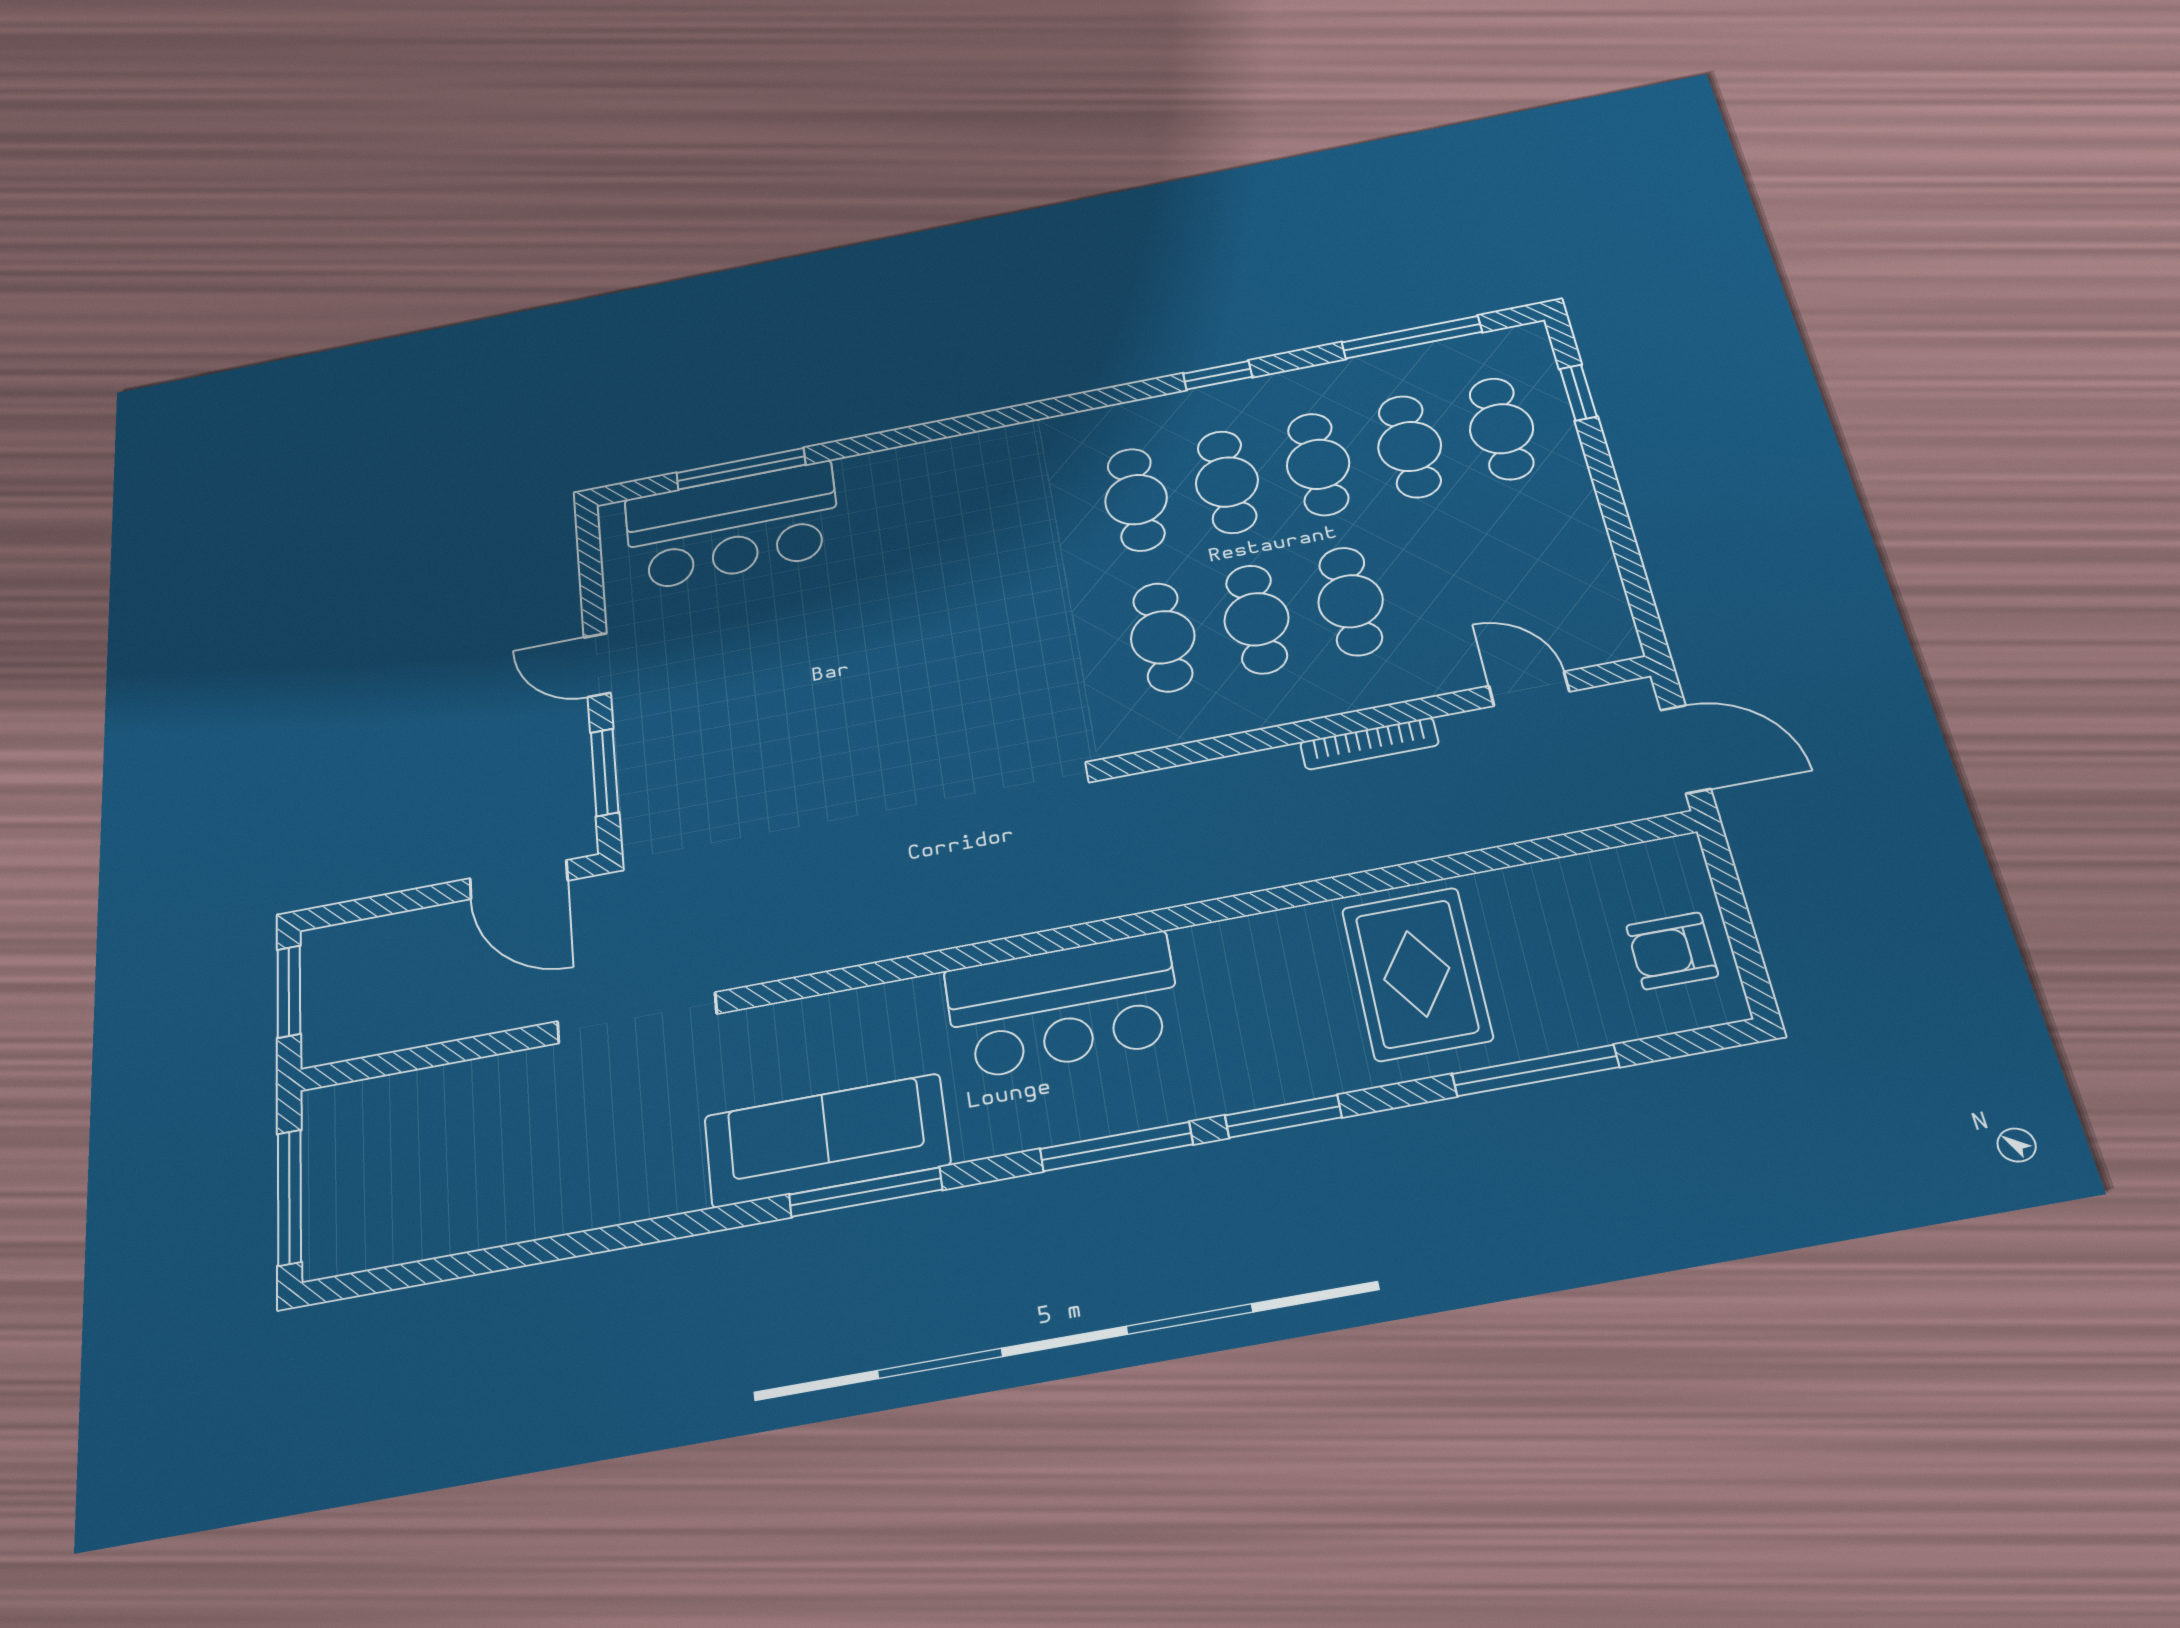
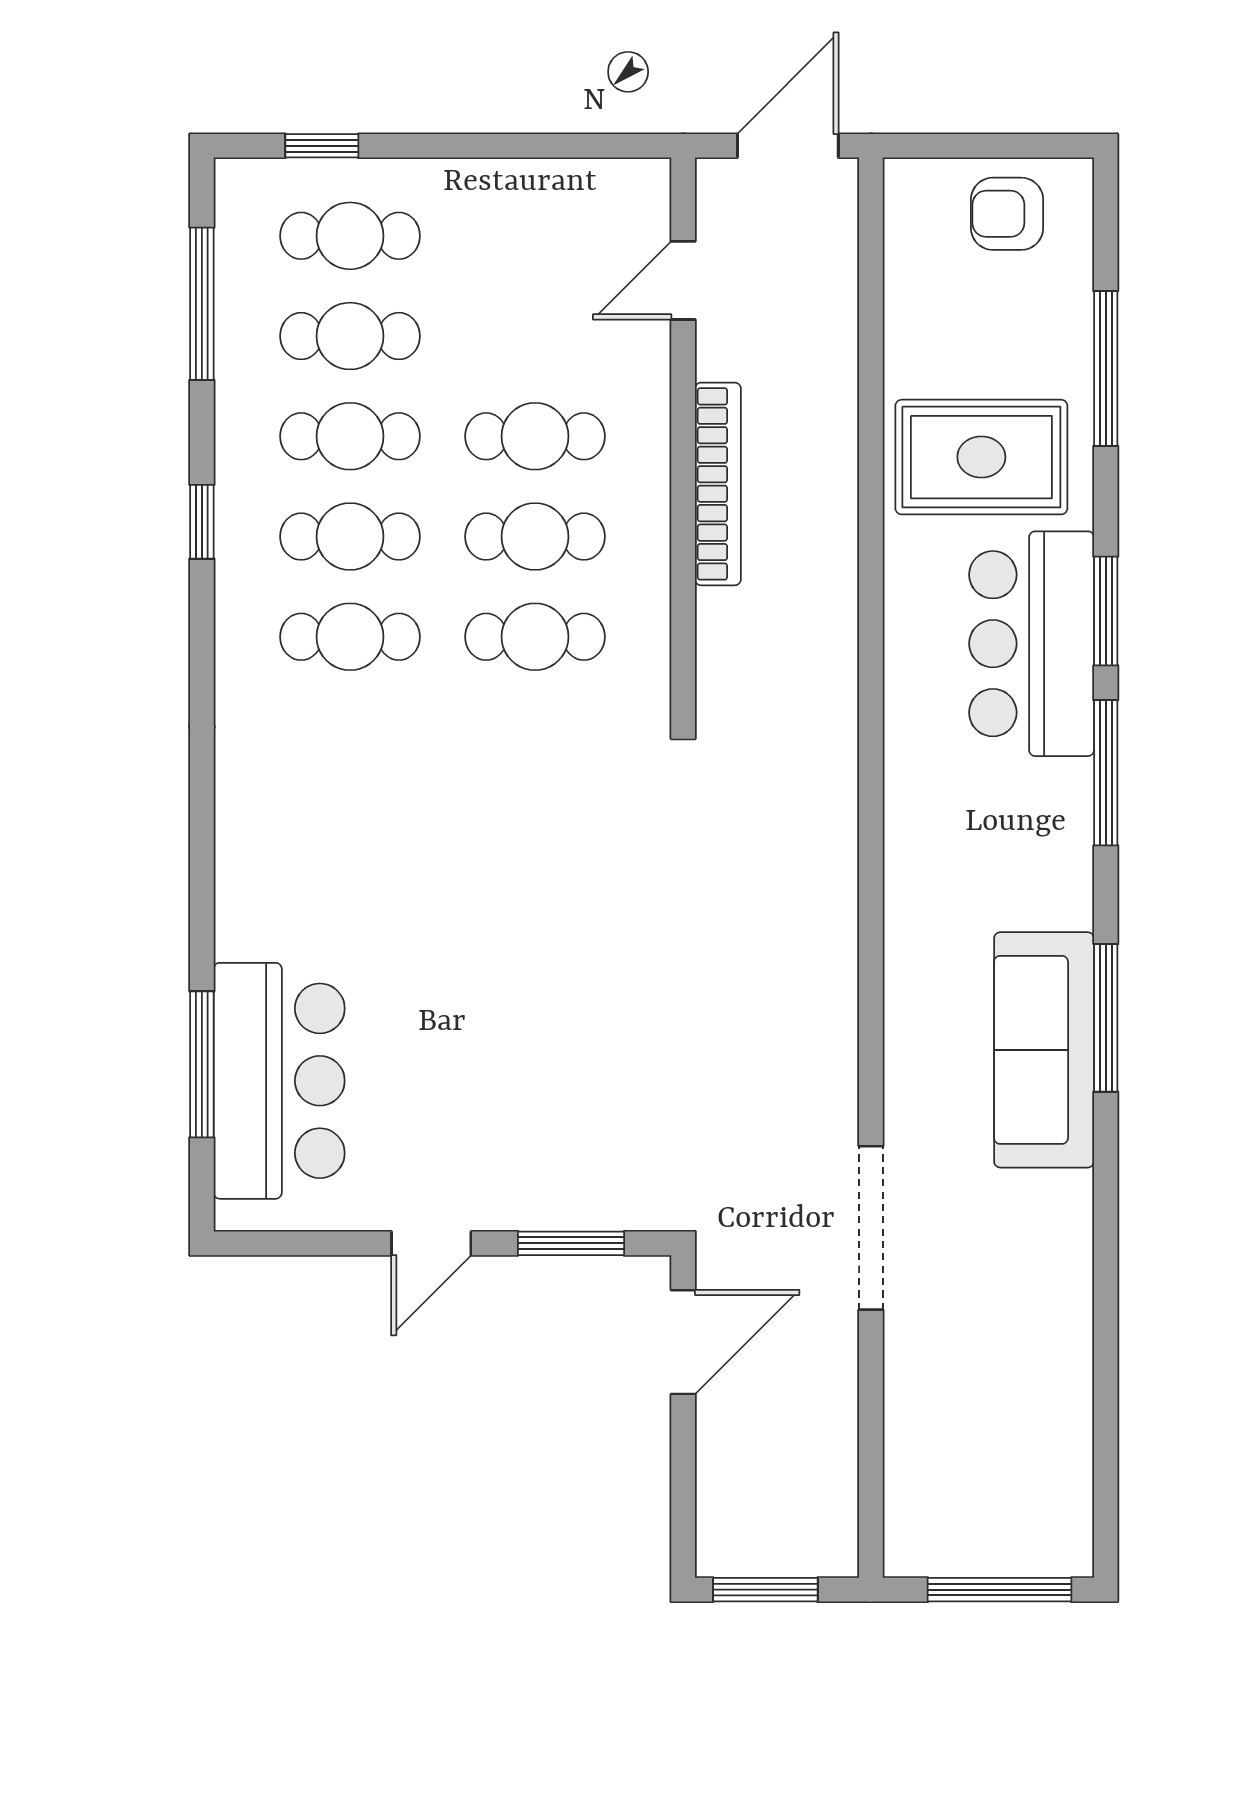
bookcase: (1369, 744) -> (718, 484), width x1.48, depth x1.31
armchair: (1672, 951) -> (1007, 214), turned 90
bar counter: (1063, 1005) -> (1032, 644), moved, turned 180

